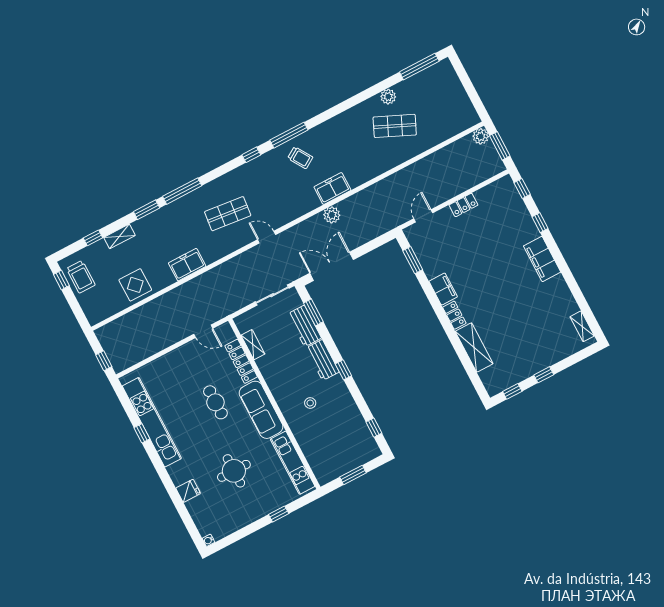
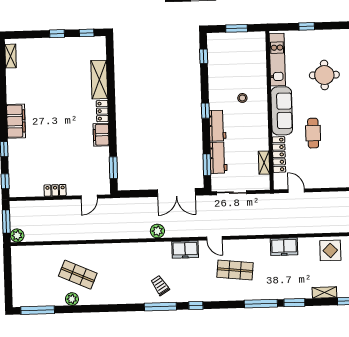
freezer: (332, 189) -> (185, 249), moved

